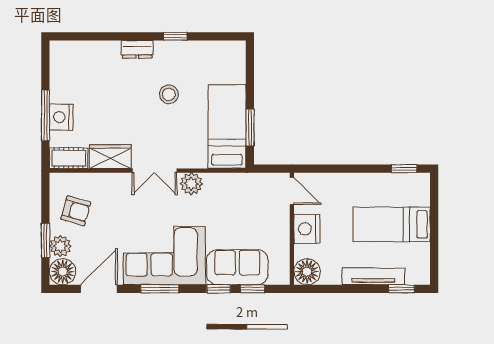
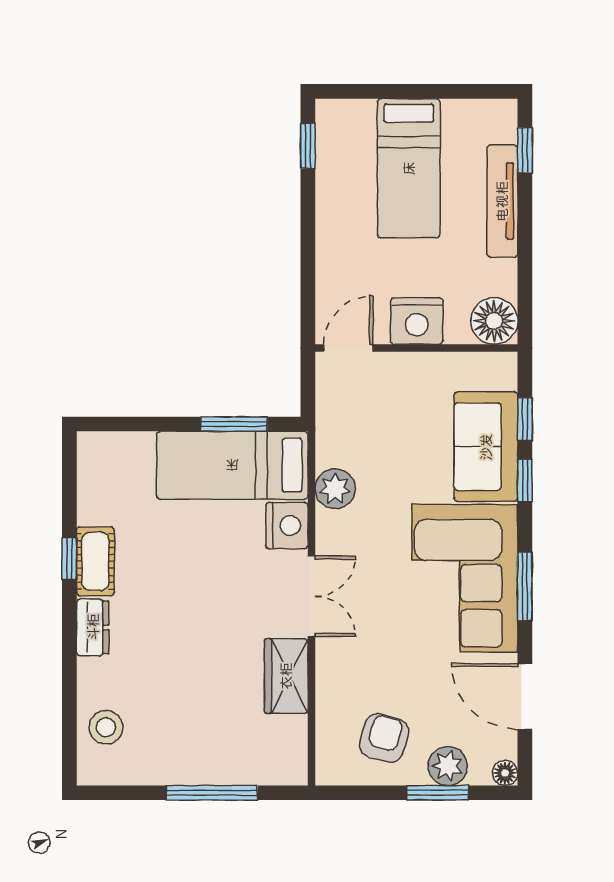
stool: (169, 94) -> (106, 727), moved
nightstand: (61, 117) -> (287, 526), moved, turned -90
cot: (69, 158) -> (95, 561), moved
plant: (191, 184) -> (335, 489), moved
floor lamp: (63, 272) -> (505, 773), width x0.53, depth x0.53

